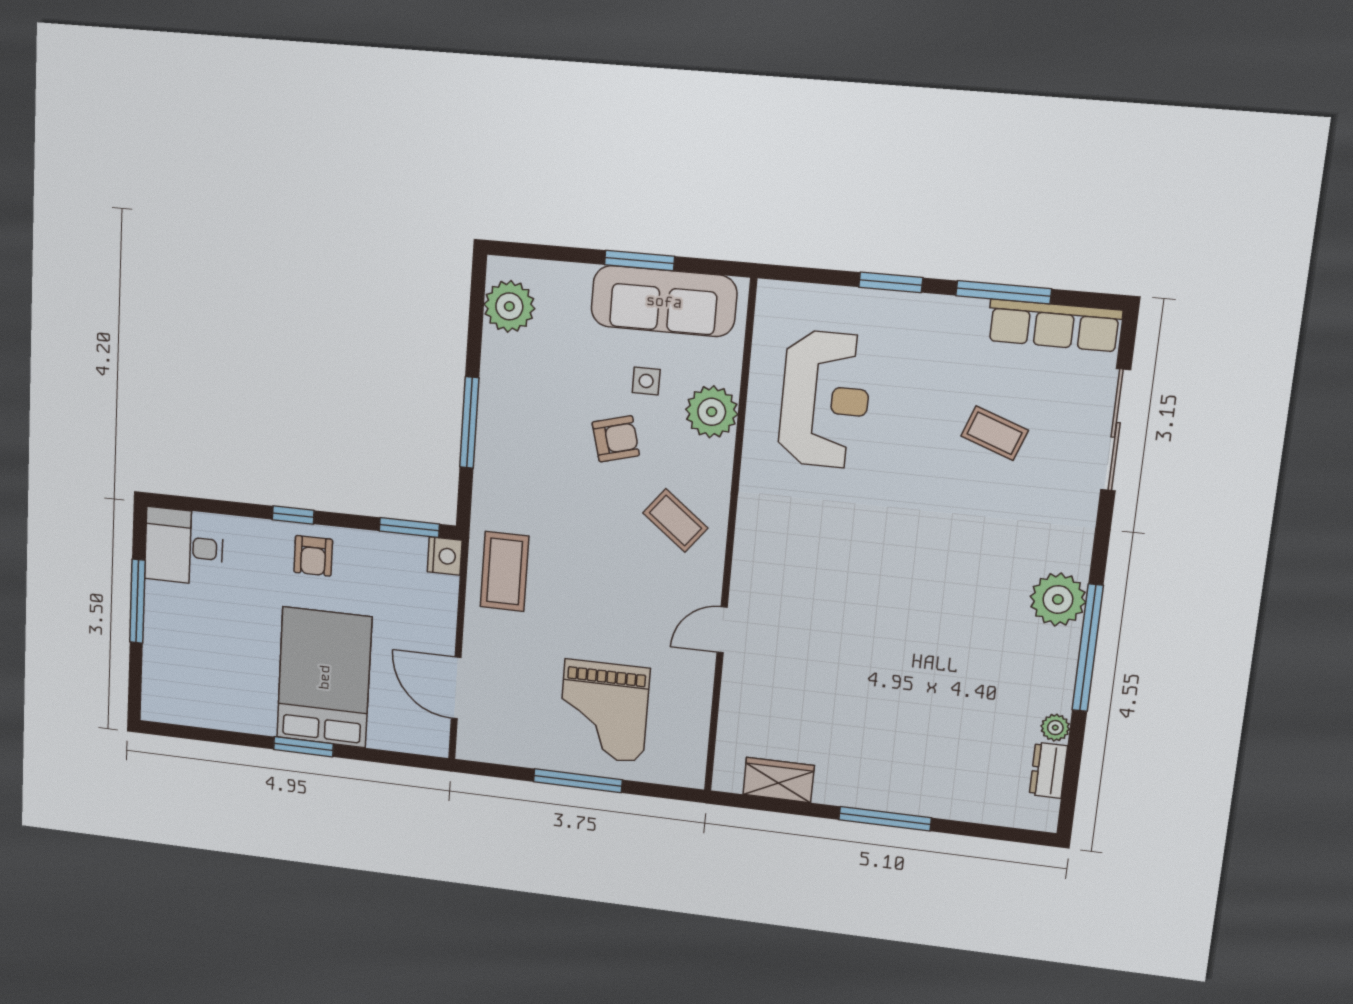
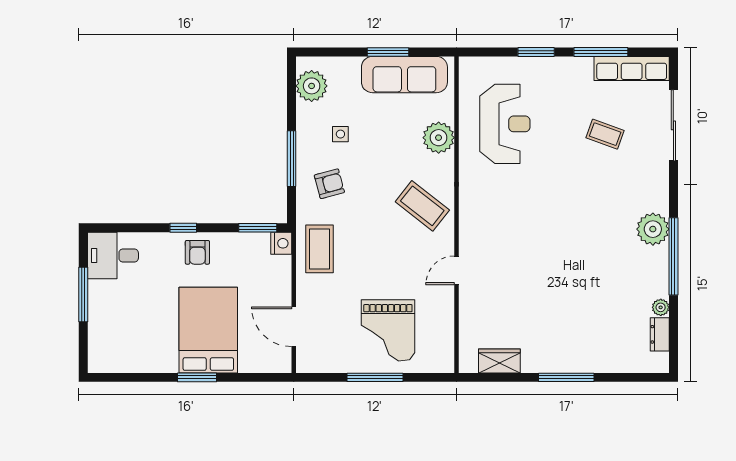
side table: (646, 381) -> (340, 134), moved
armchair: (616, 439) -> (329, 184), moved
coffee table: (675, 521) -> (422, 206), width x1.36, depth x1.30

